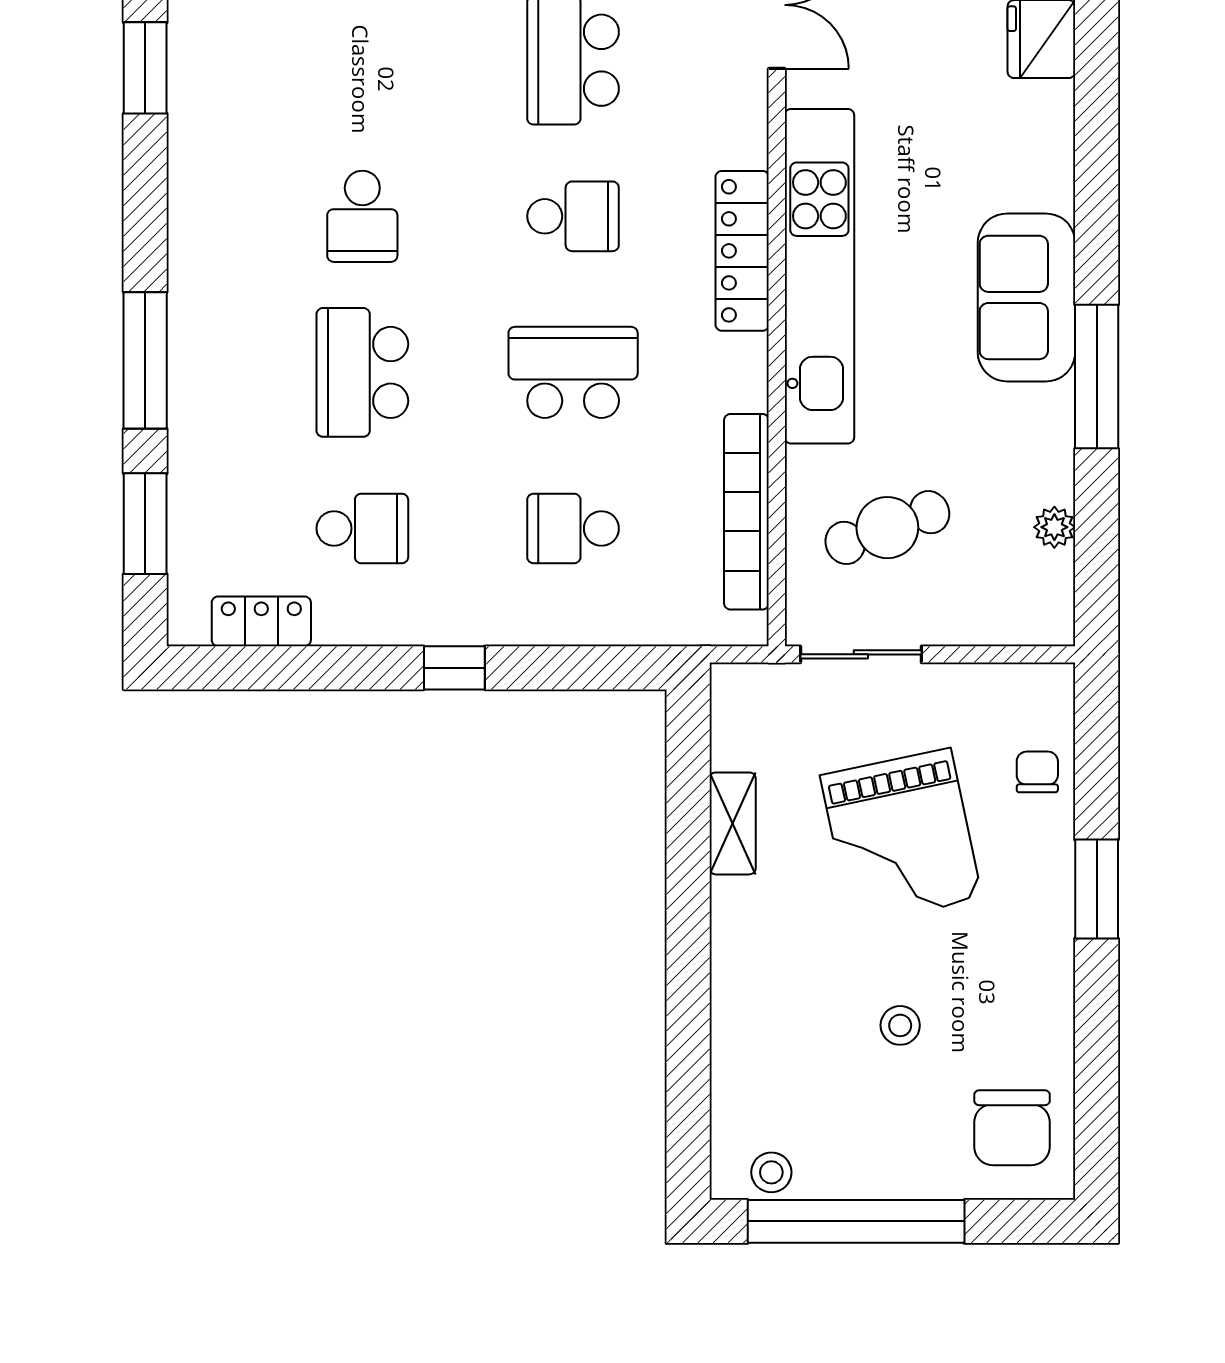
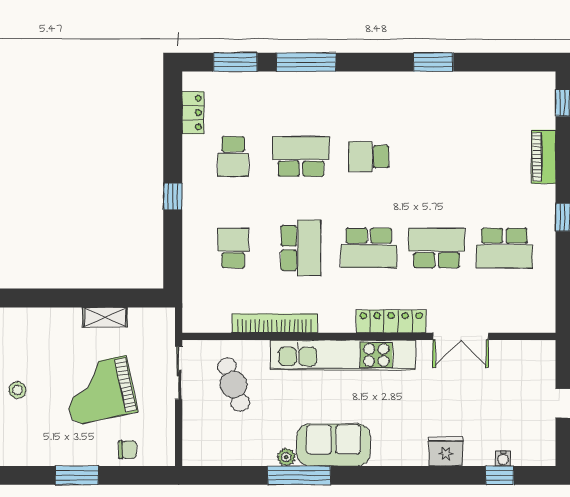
school desk: (573, 216) -> (369, 248), width x1.85
locker: (742, 251) -> (391, 321), moved
bookcase: (746, 512) -> (275, 323), moved
plant: (1054, 527) -> (286, 457), moved

